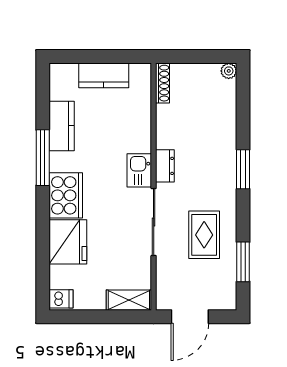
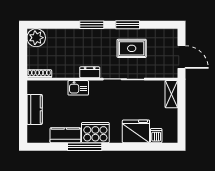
plant: (229, 71) -> (36, 38), width x1.88, depth x1.88
kitchen sink: (139, 170) -> (78, 88), moved
cooker: (66, 195) -> (95, 133), moved
window: (243, 262) -> (128, 25), moved
dishwasher: (61, 299) -> (156, 136), moved

